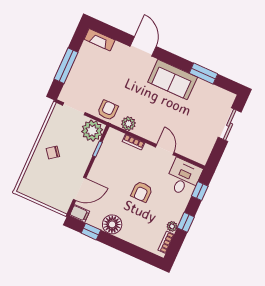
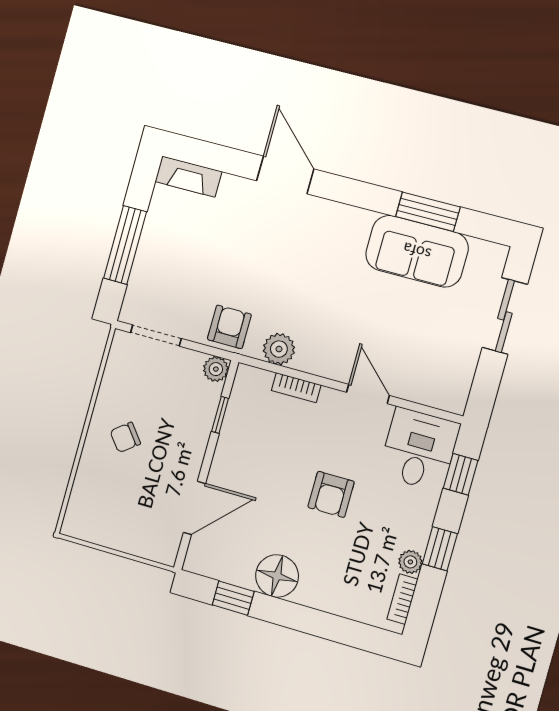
sofa: (173, 80) -> (417, 251), moved
plant: (92, 131) -> (216, 369), width x0.53, depth x0.53
filing cabinet: (80, 213) -> (202, 562), removed

